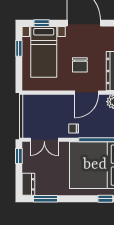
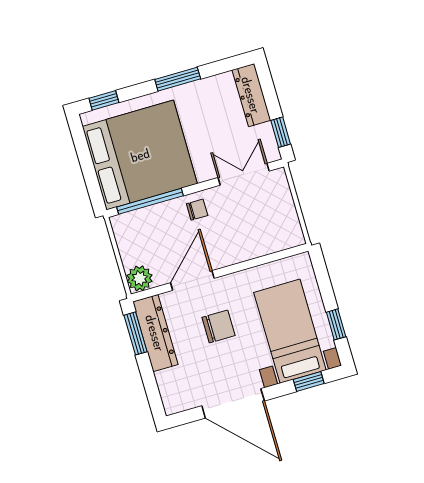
chair: (80, 65) -> (219, 326), turned 90
dresser: (28, 184) -> (251, 95), width x1.44
window: (45, 199) -> (178, 79), moved

